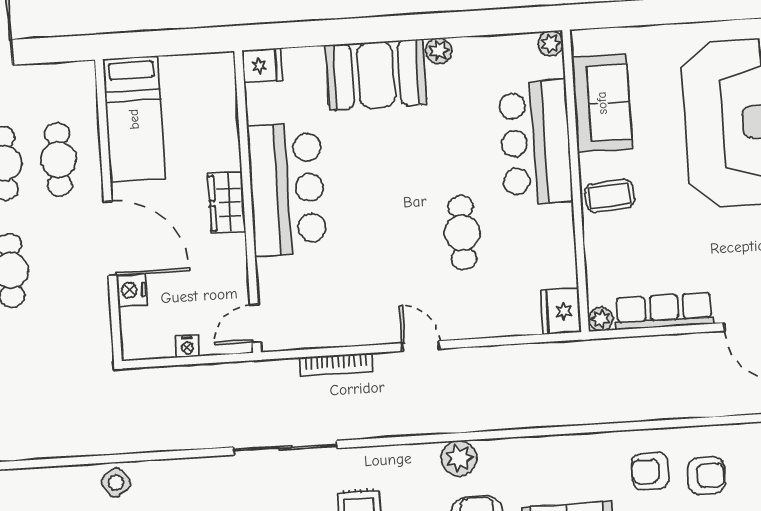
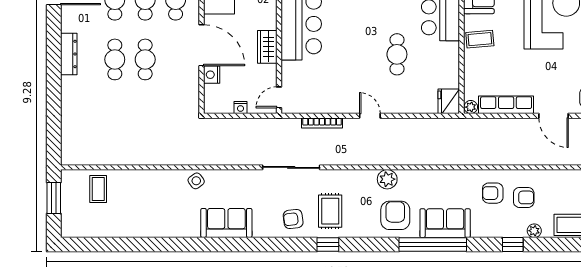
wardrobe: (227, 202) -> (267, 47), moved

